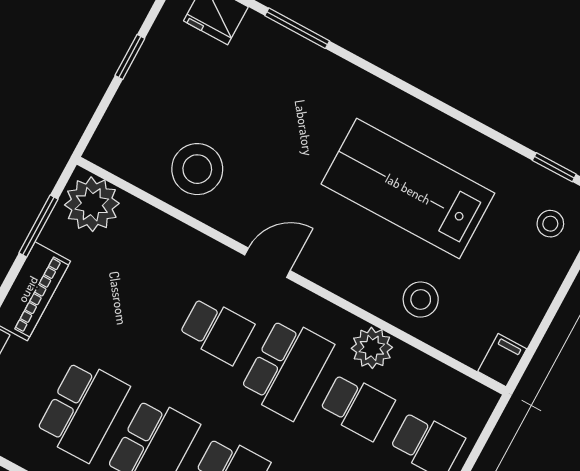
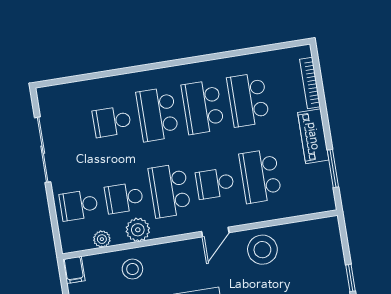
stool: (197, 169) -> (262, 250), moved
plant: (92, 204) -> (102, 239), moved, width x0.53, depth x0.53
school desk: (146, 292) -> (260, 176), added

